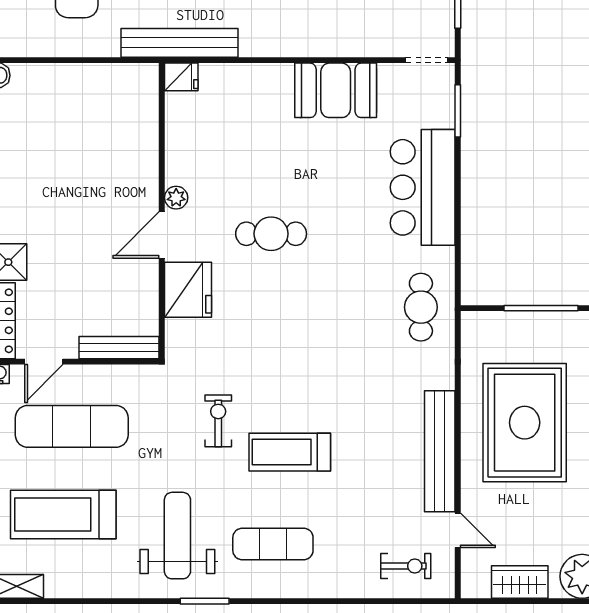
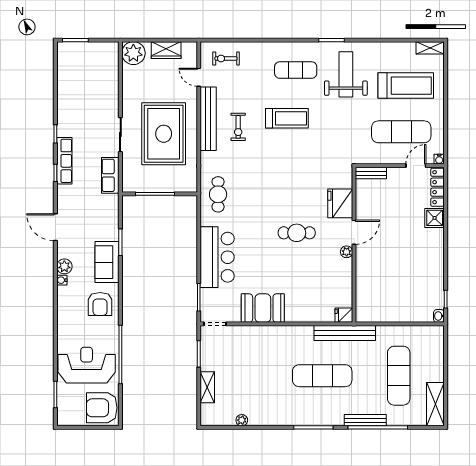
bench: (119, 348) -> (371, 173), width x0.73
exercise bike: (218, 421) -> (238, 127), moved
weight bench: (177, 536) -> (346, 74), turned 180

